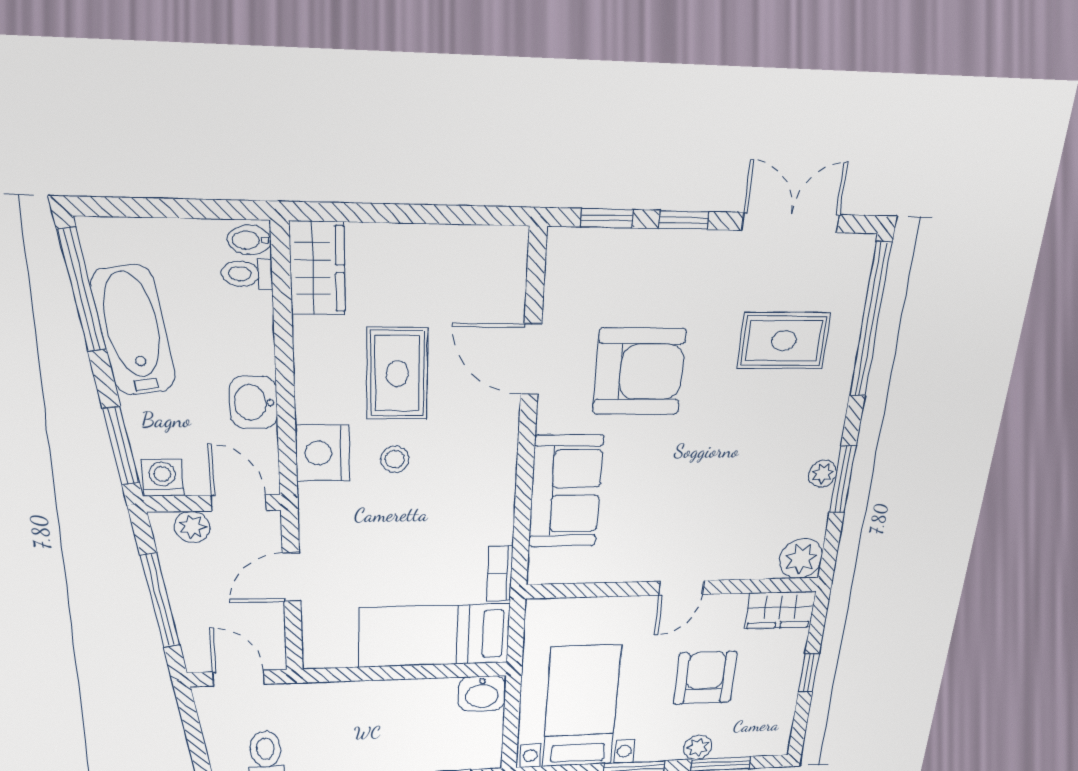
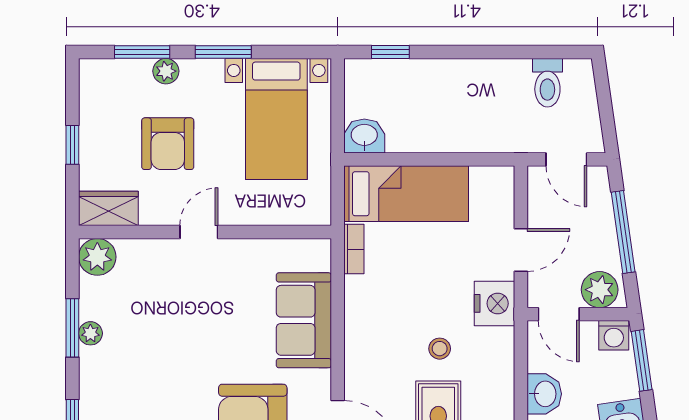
nightstand: (323, 453) -> (494, 303), moved
plant: (192, 527) -> (600, 290), width x1.38, depth x1.38

